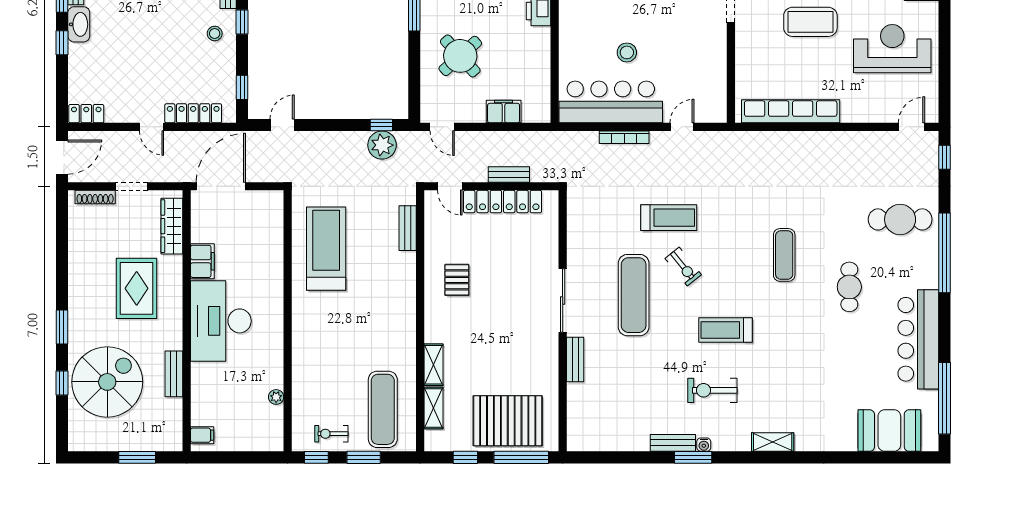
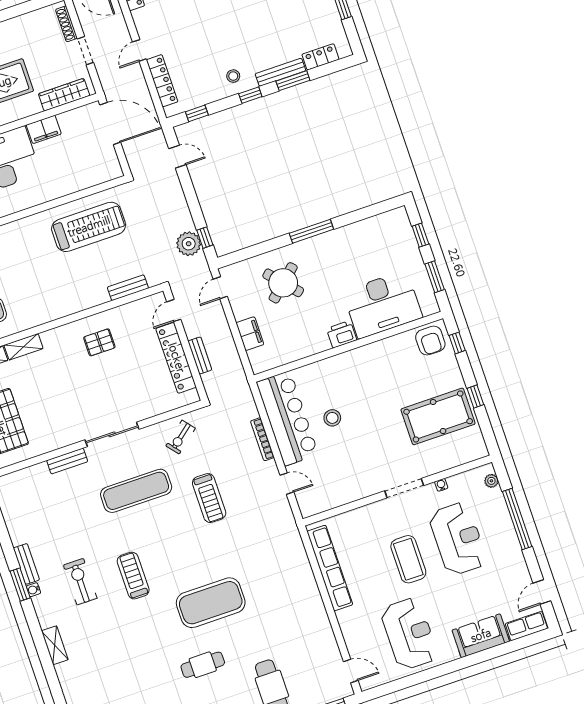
exercise mat: (784, 255) -> (211, 603), width x2.00, depth x1.45
exercise bike: (683, 267) -> (181, 437), moved

